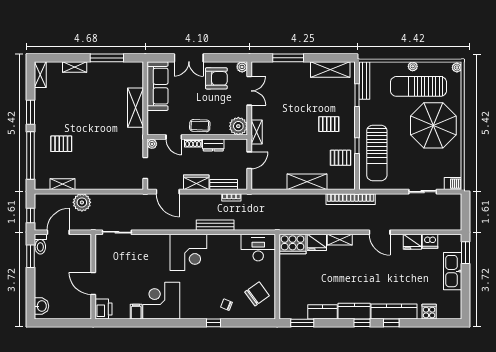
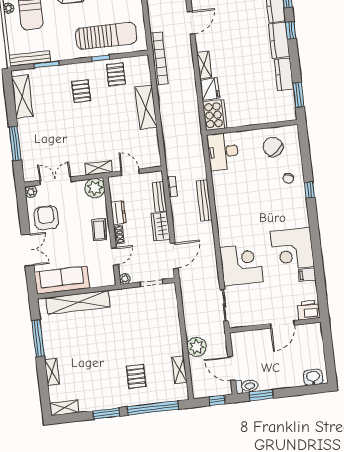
shelving: (135, 108) -> (78, 302), width x1.47
corner desk: (188, 252) -> (241, 265), moved

